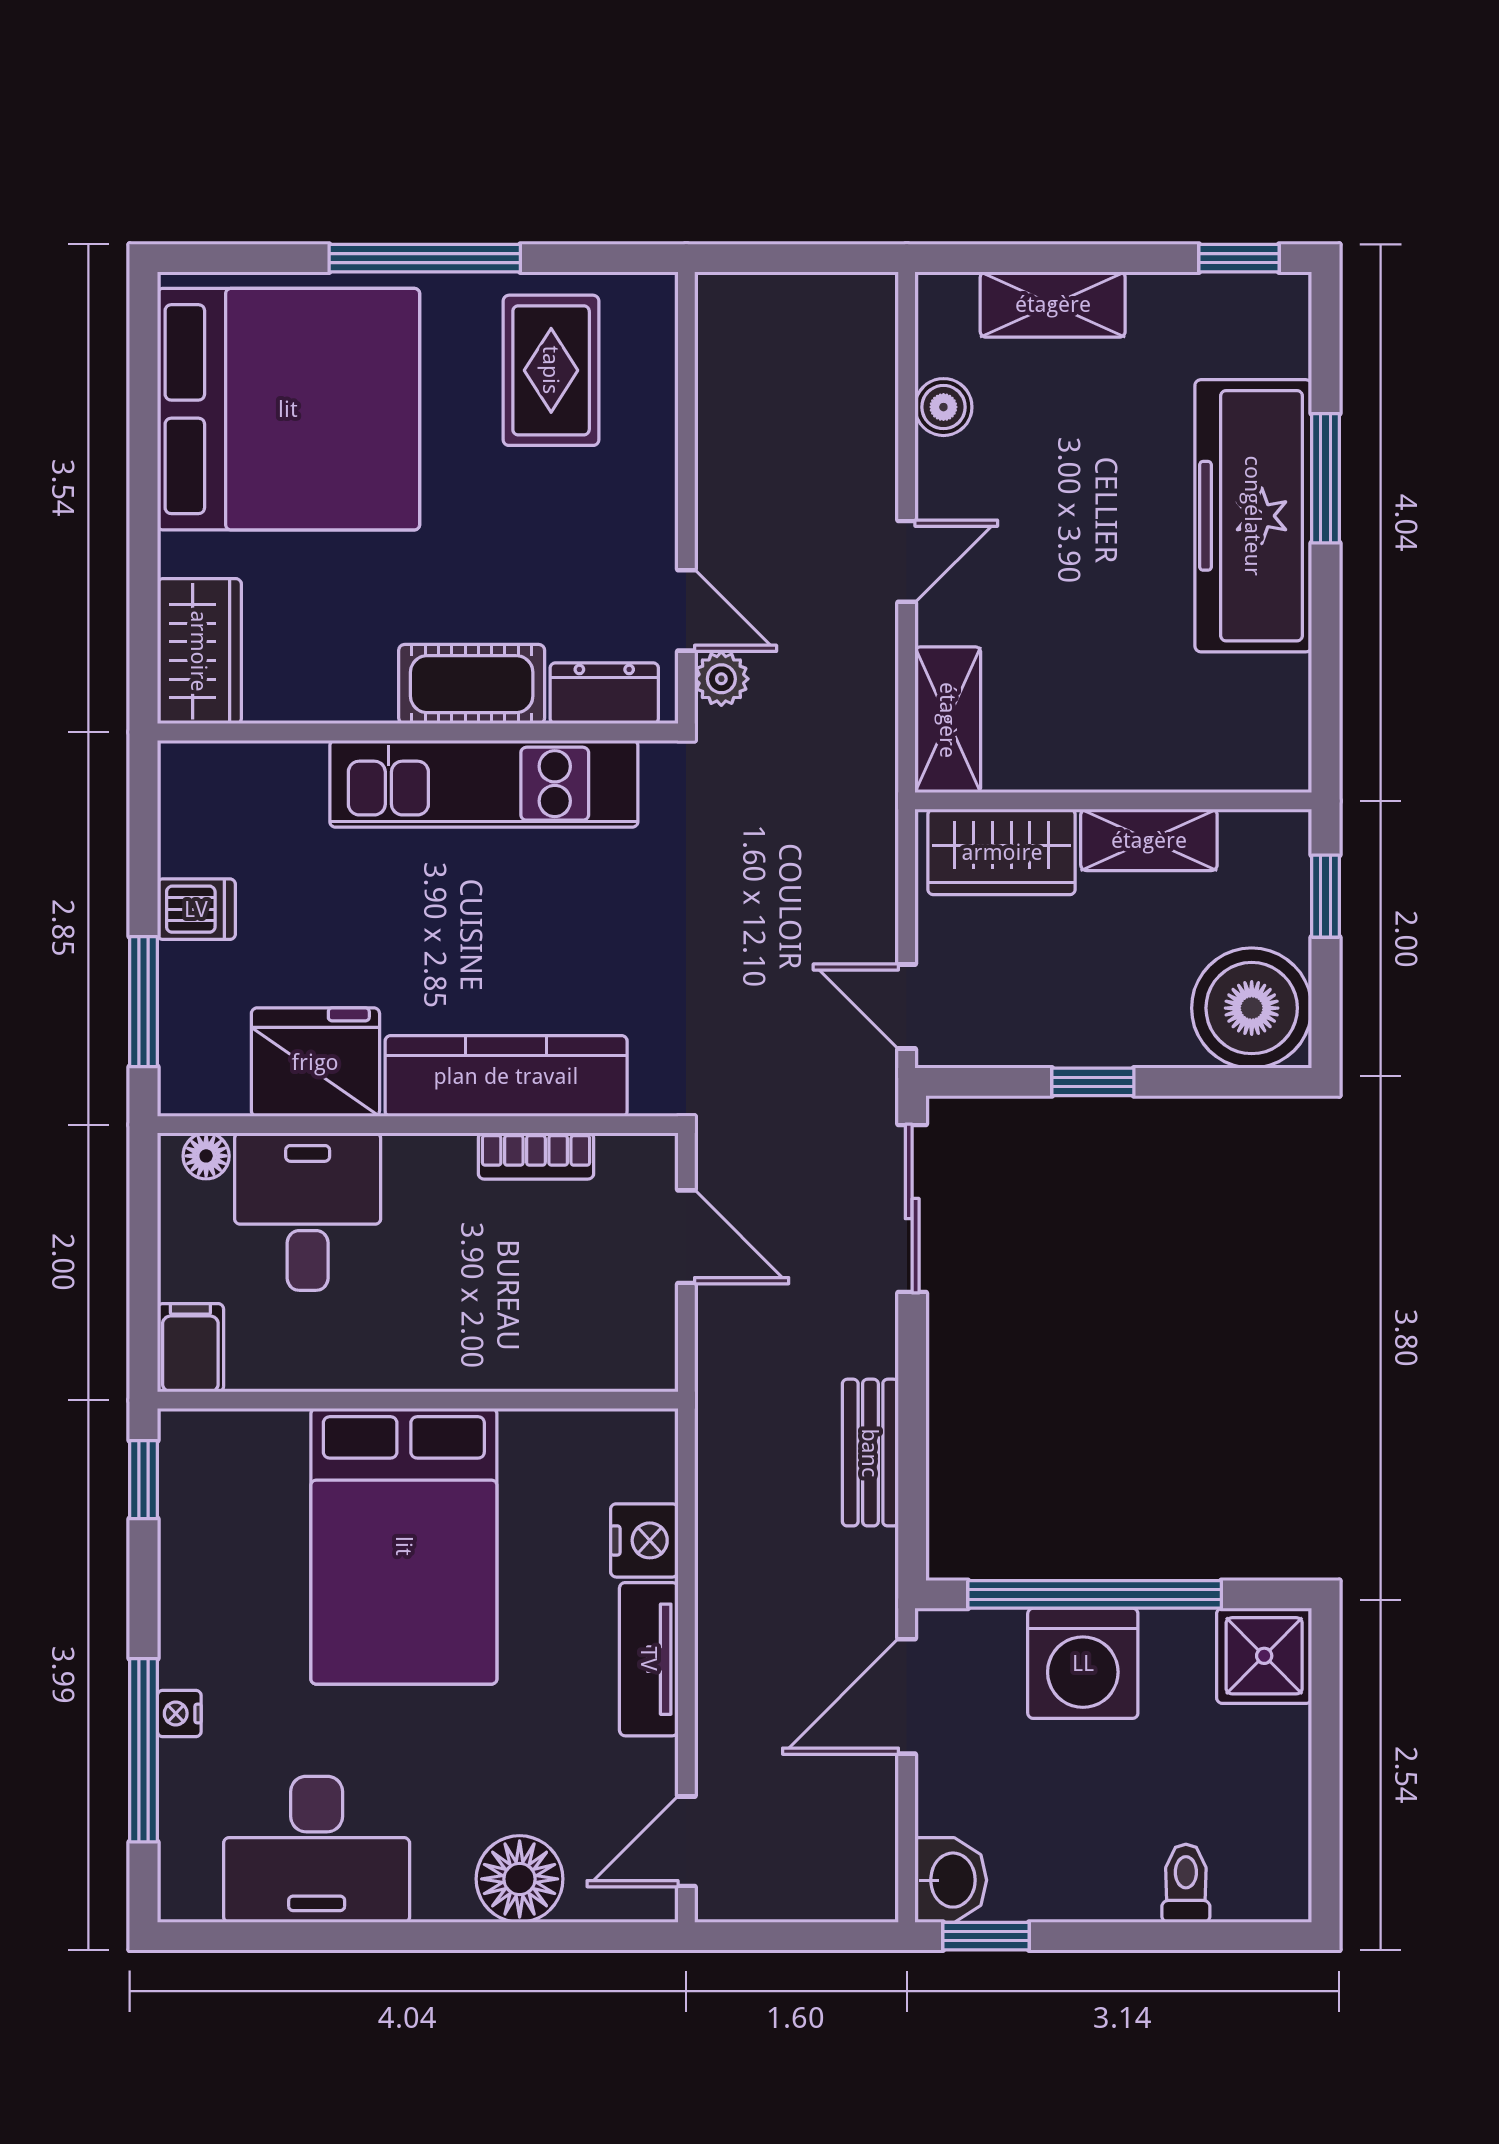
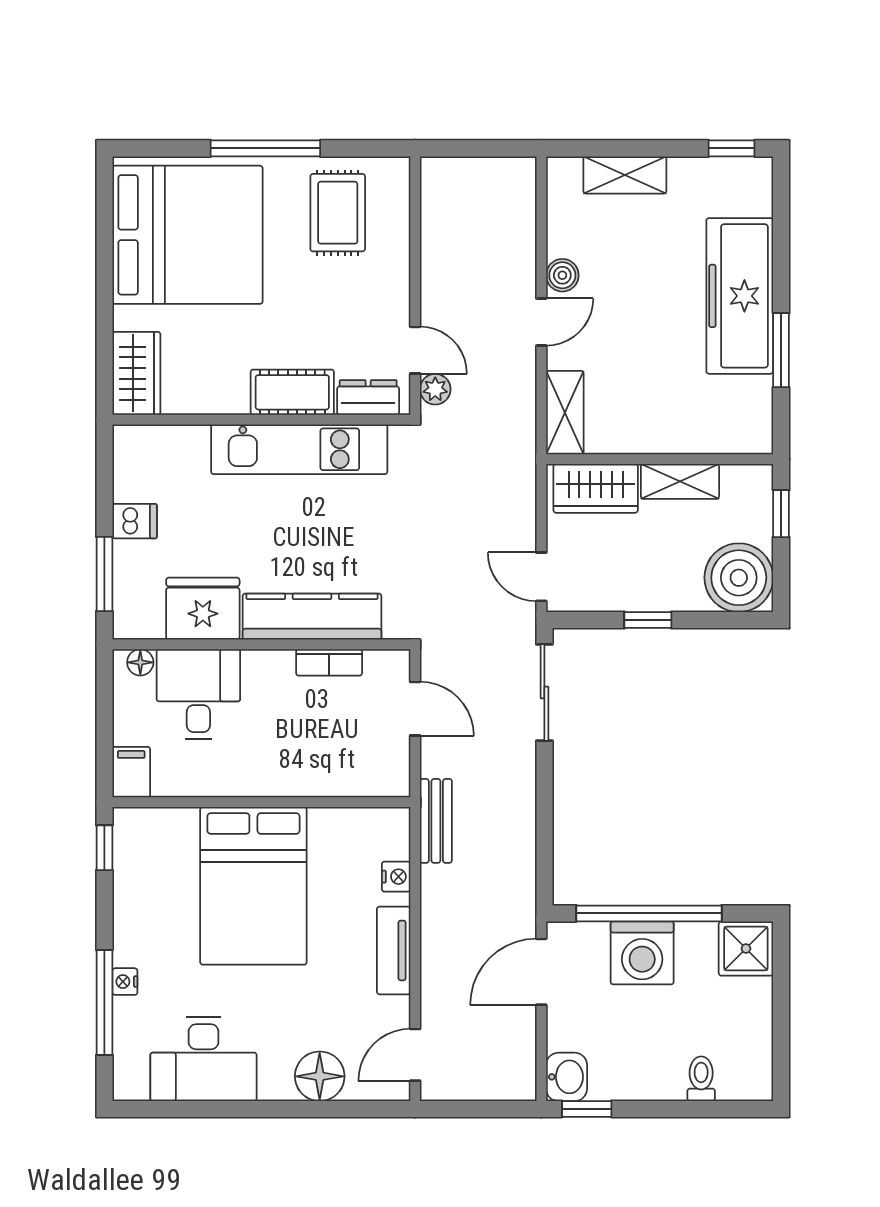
boiler: (943, 407) -> (562, 275), moved
window: (1326, 478) -> (781, 350), moved
bench: (870, 1453) -> (436, 821), moved
nightstand: (644, 1540) -> (396, 877), width x0.72, depth x0.74

